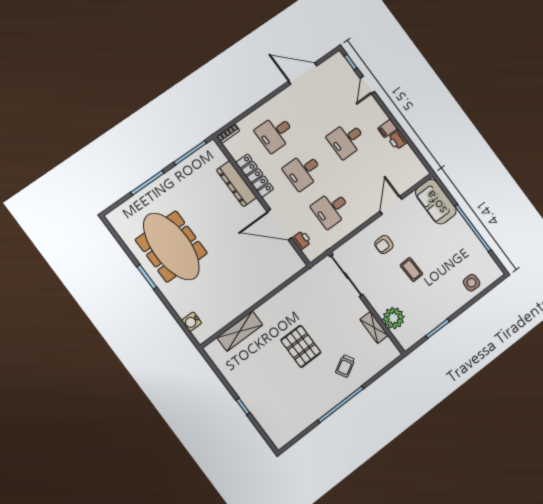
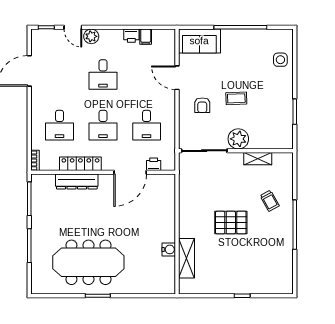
plant: (371, 106) -> (91, 36), added
filing cabinet: (388, 128) -> (146, 37), moved
plant: (394, 318) -> (238, 139), moved
water cooler: (192, 322) -> (169, 249), moved, turned -90

